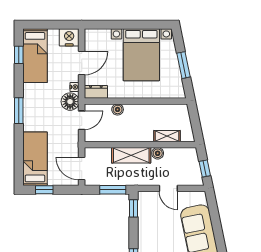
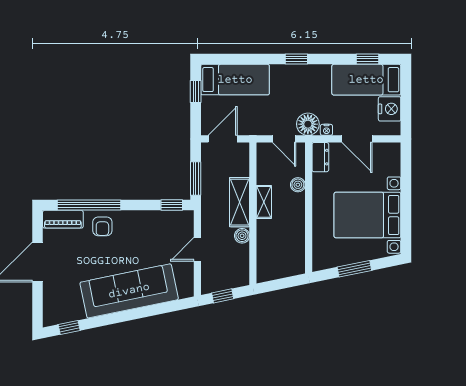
nightstand: (69, 37) -> (390, 109), moved
window: (19, 111) -> (296, 59), width x0.67
shelving: (167, 136) -> (264, 202), moved

